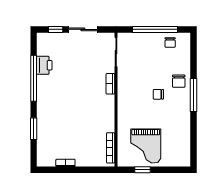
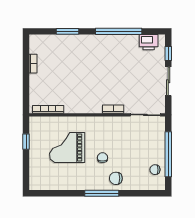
printer: (44, 65) -> (149, 42), moved
grand piano: (146, 146) -> (67, 147), moved

